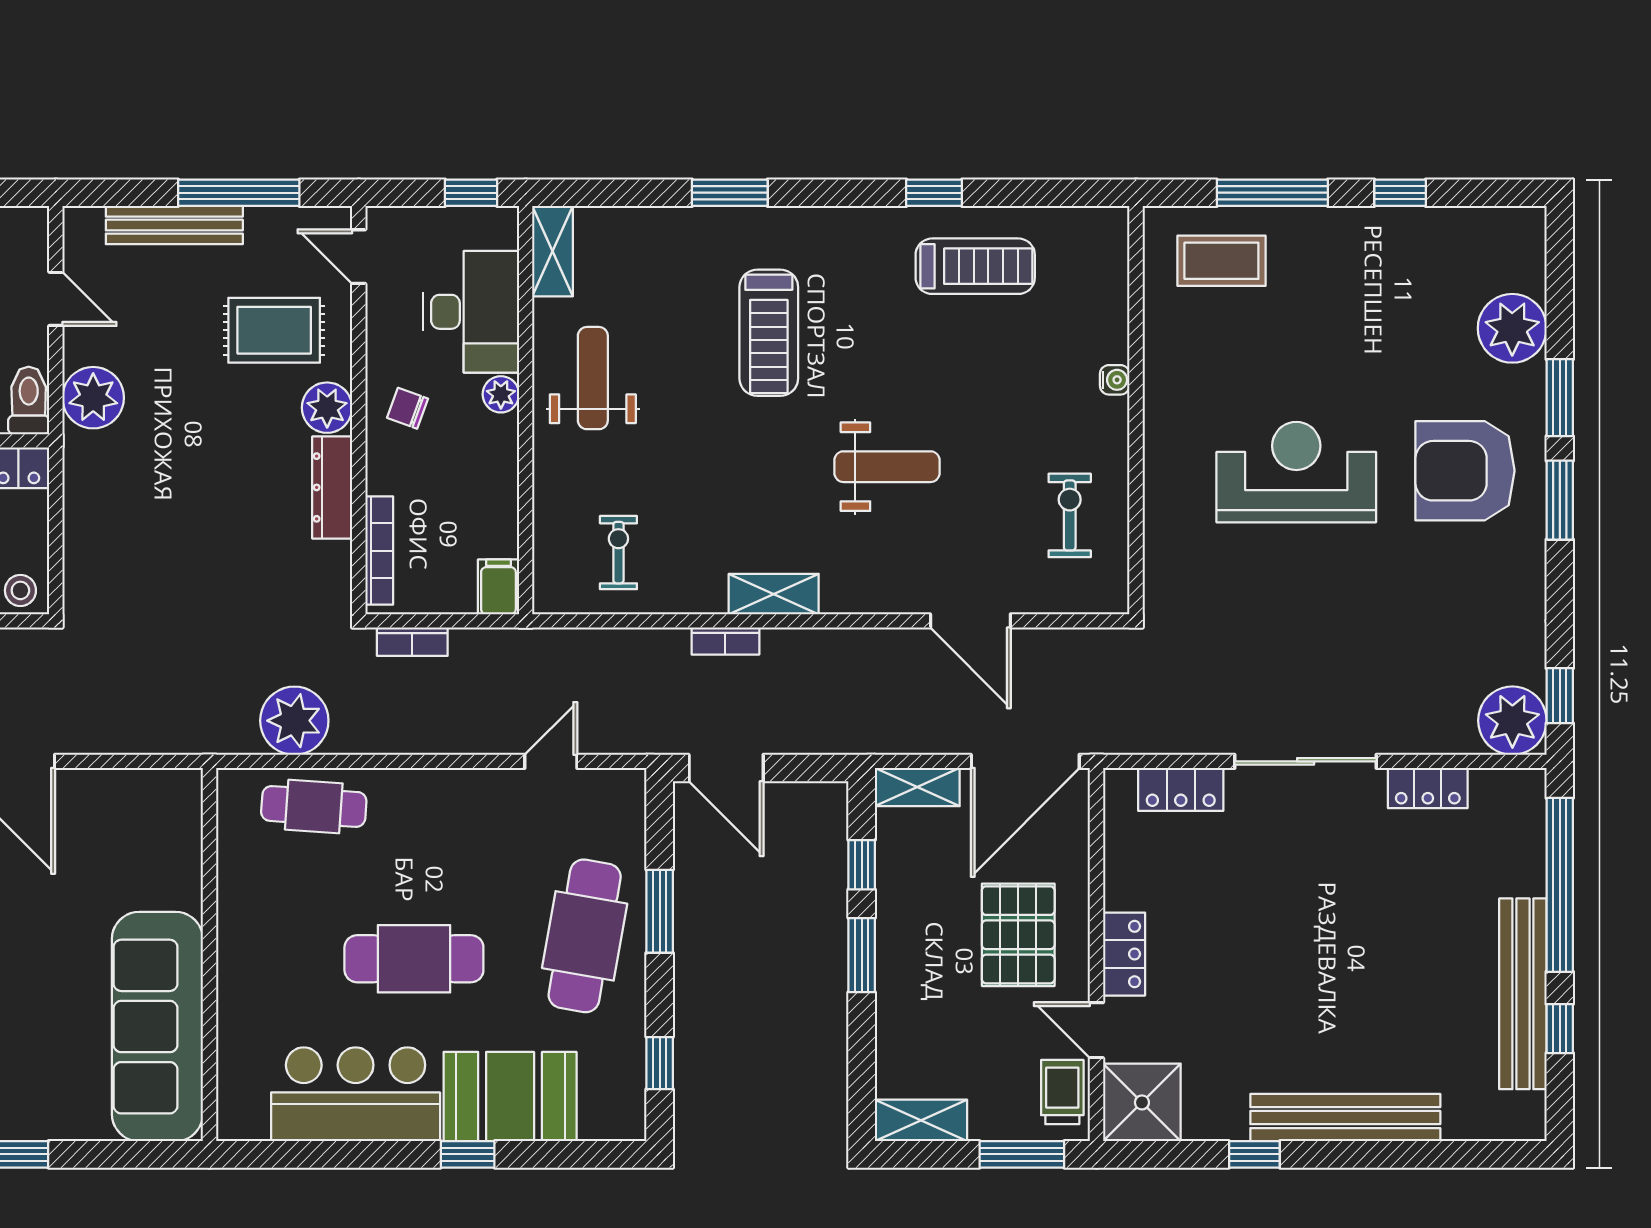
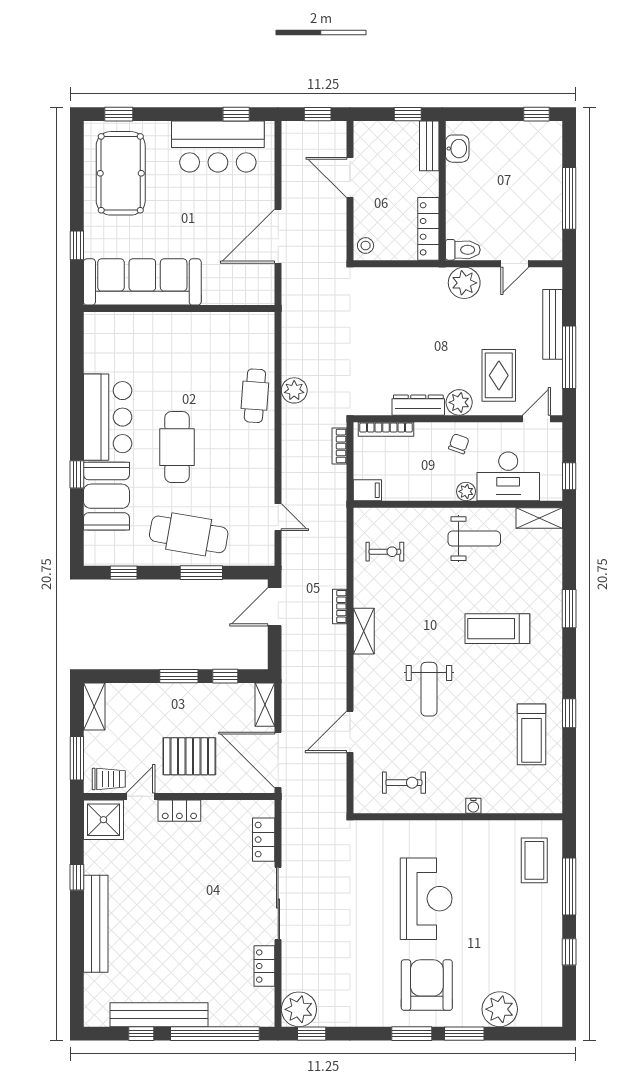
plant: (294, 721) -> (294, 390), width x0.73, depth x0.73
wall: (209, 955) -> (179, 309), moved
sofa: (157, 1027) -> (142, 282), moved

